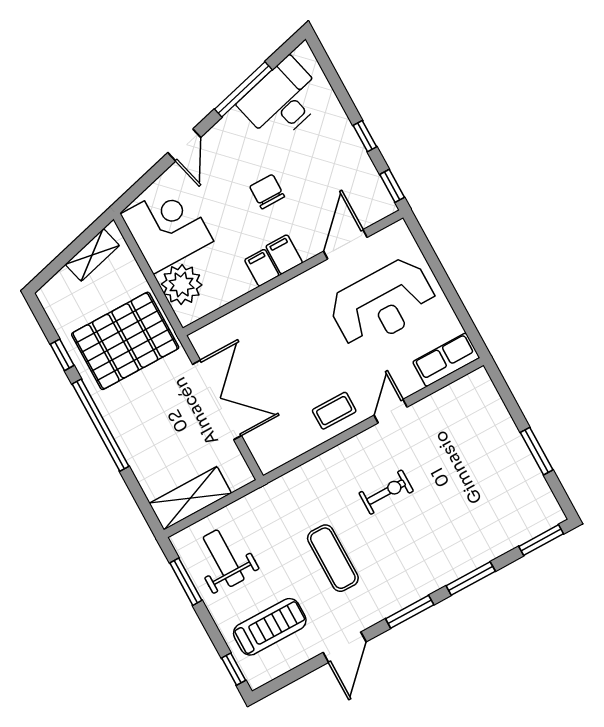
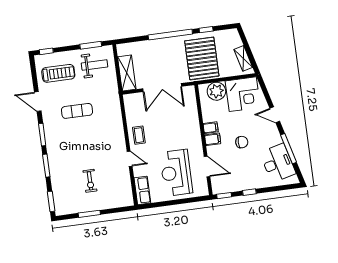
exercise bike: (386, 492) -> (90, 181), moved
shelving: (190, 498) -> (127, 73), moved
treadmill: (270, 627) -> (58, 73), turned -90

